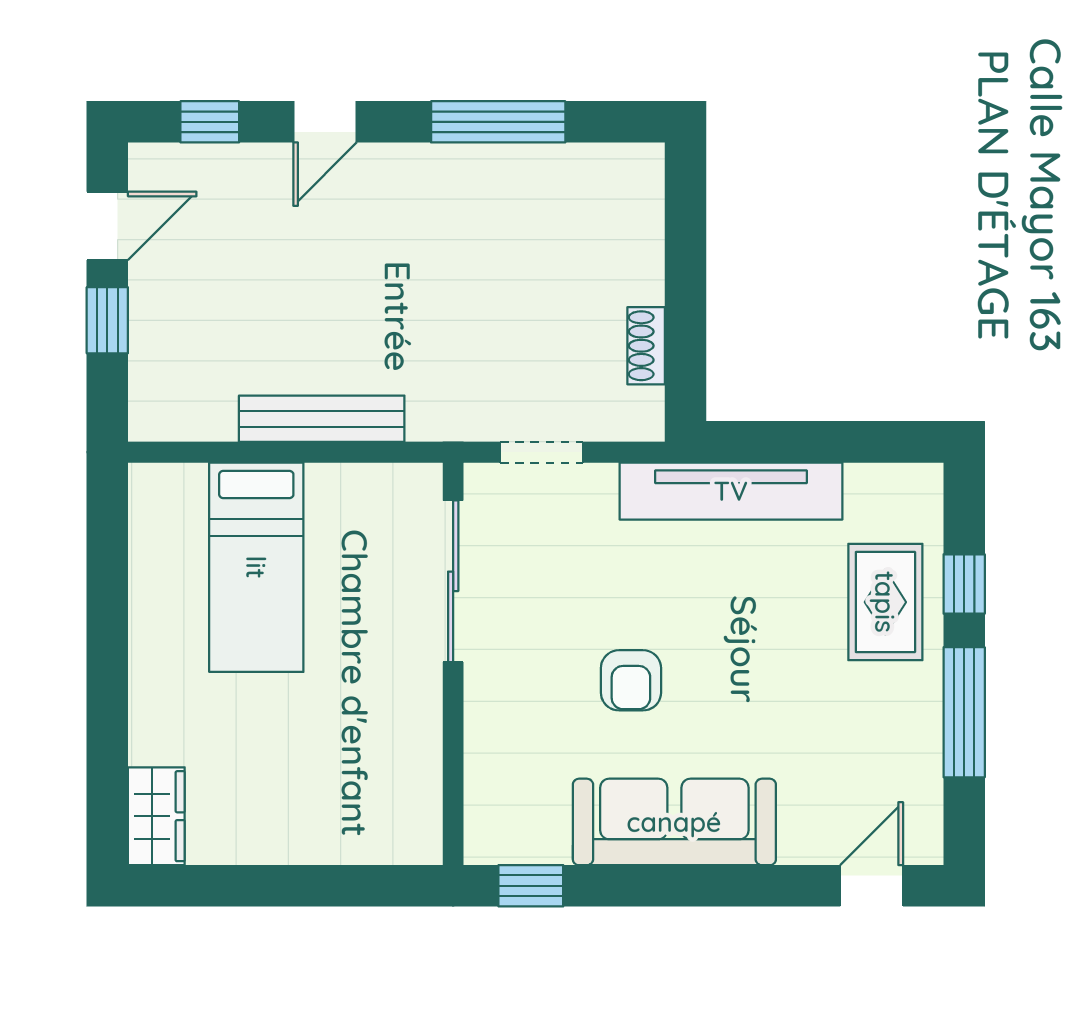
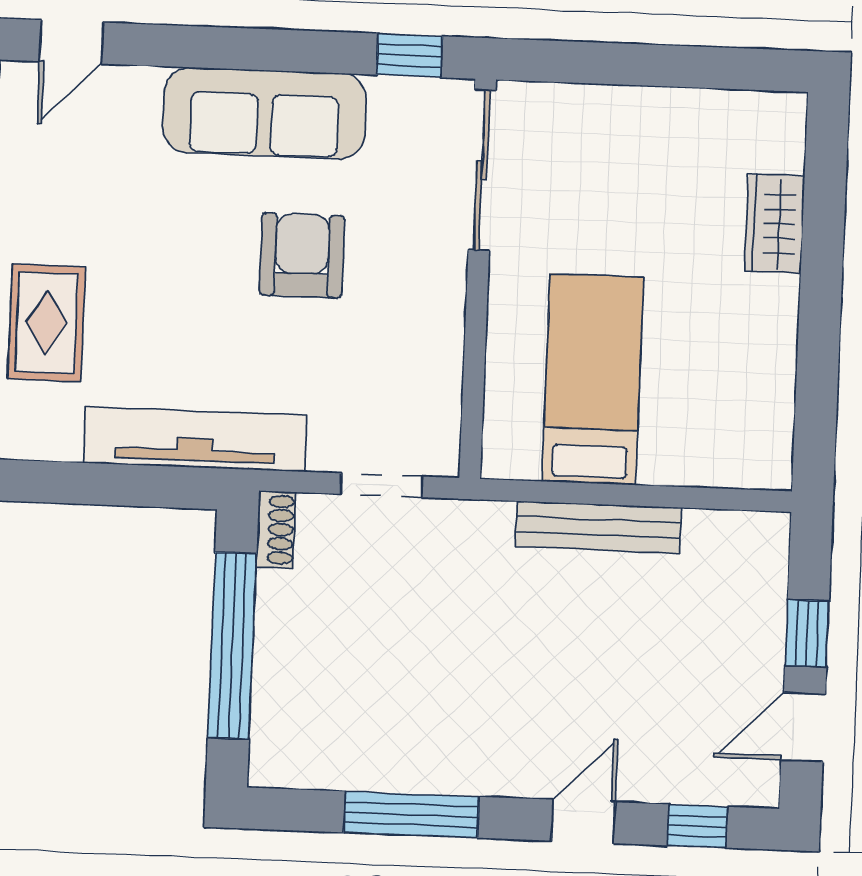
window: (685, 285) -> (232, 646), added
shoe rack: (646, 346) -> (276, 530), moved
bed: (256, 567) -> (593, 379), moved
sliding door: (453, 581) -> (482, 170), moved
armchair: (631, 680) -> (302, 255), width x1.38, depth x1.38
wardrobe: (156, 816) -> (775, 224), moved

